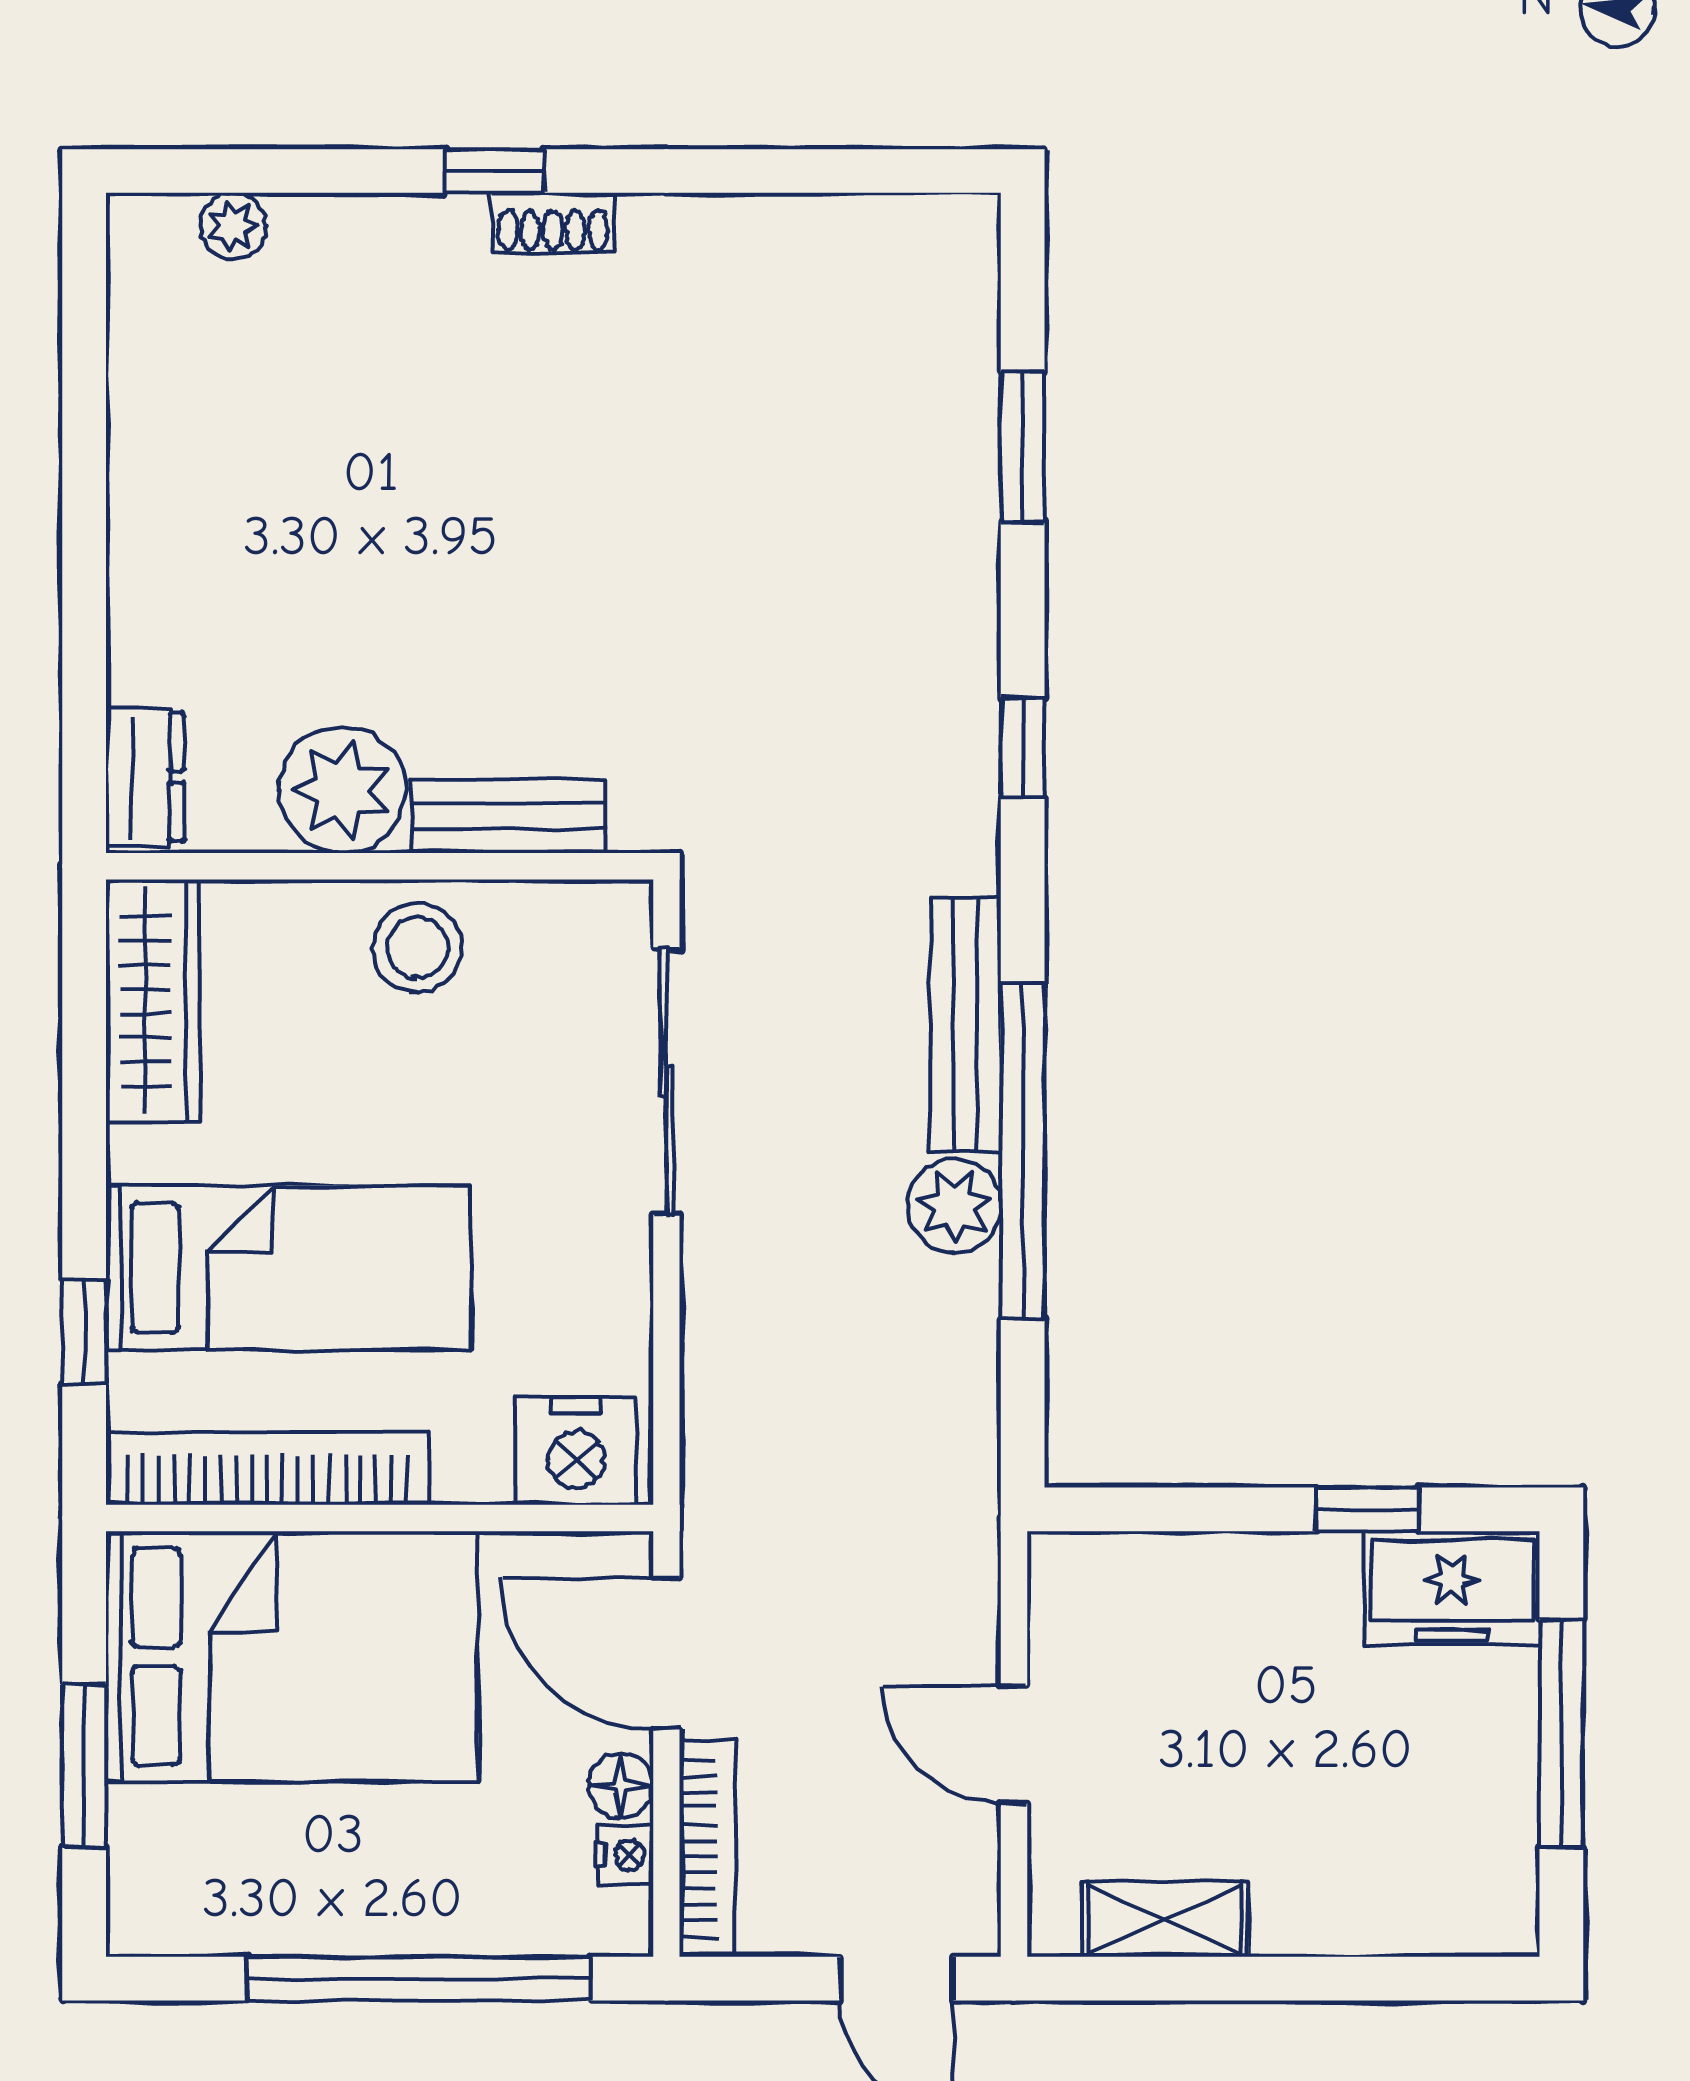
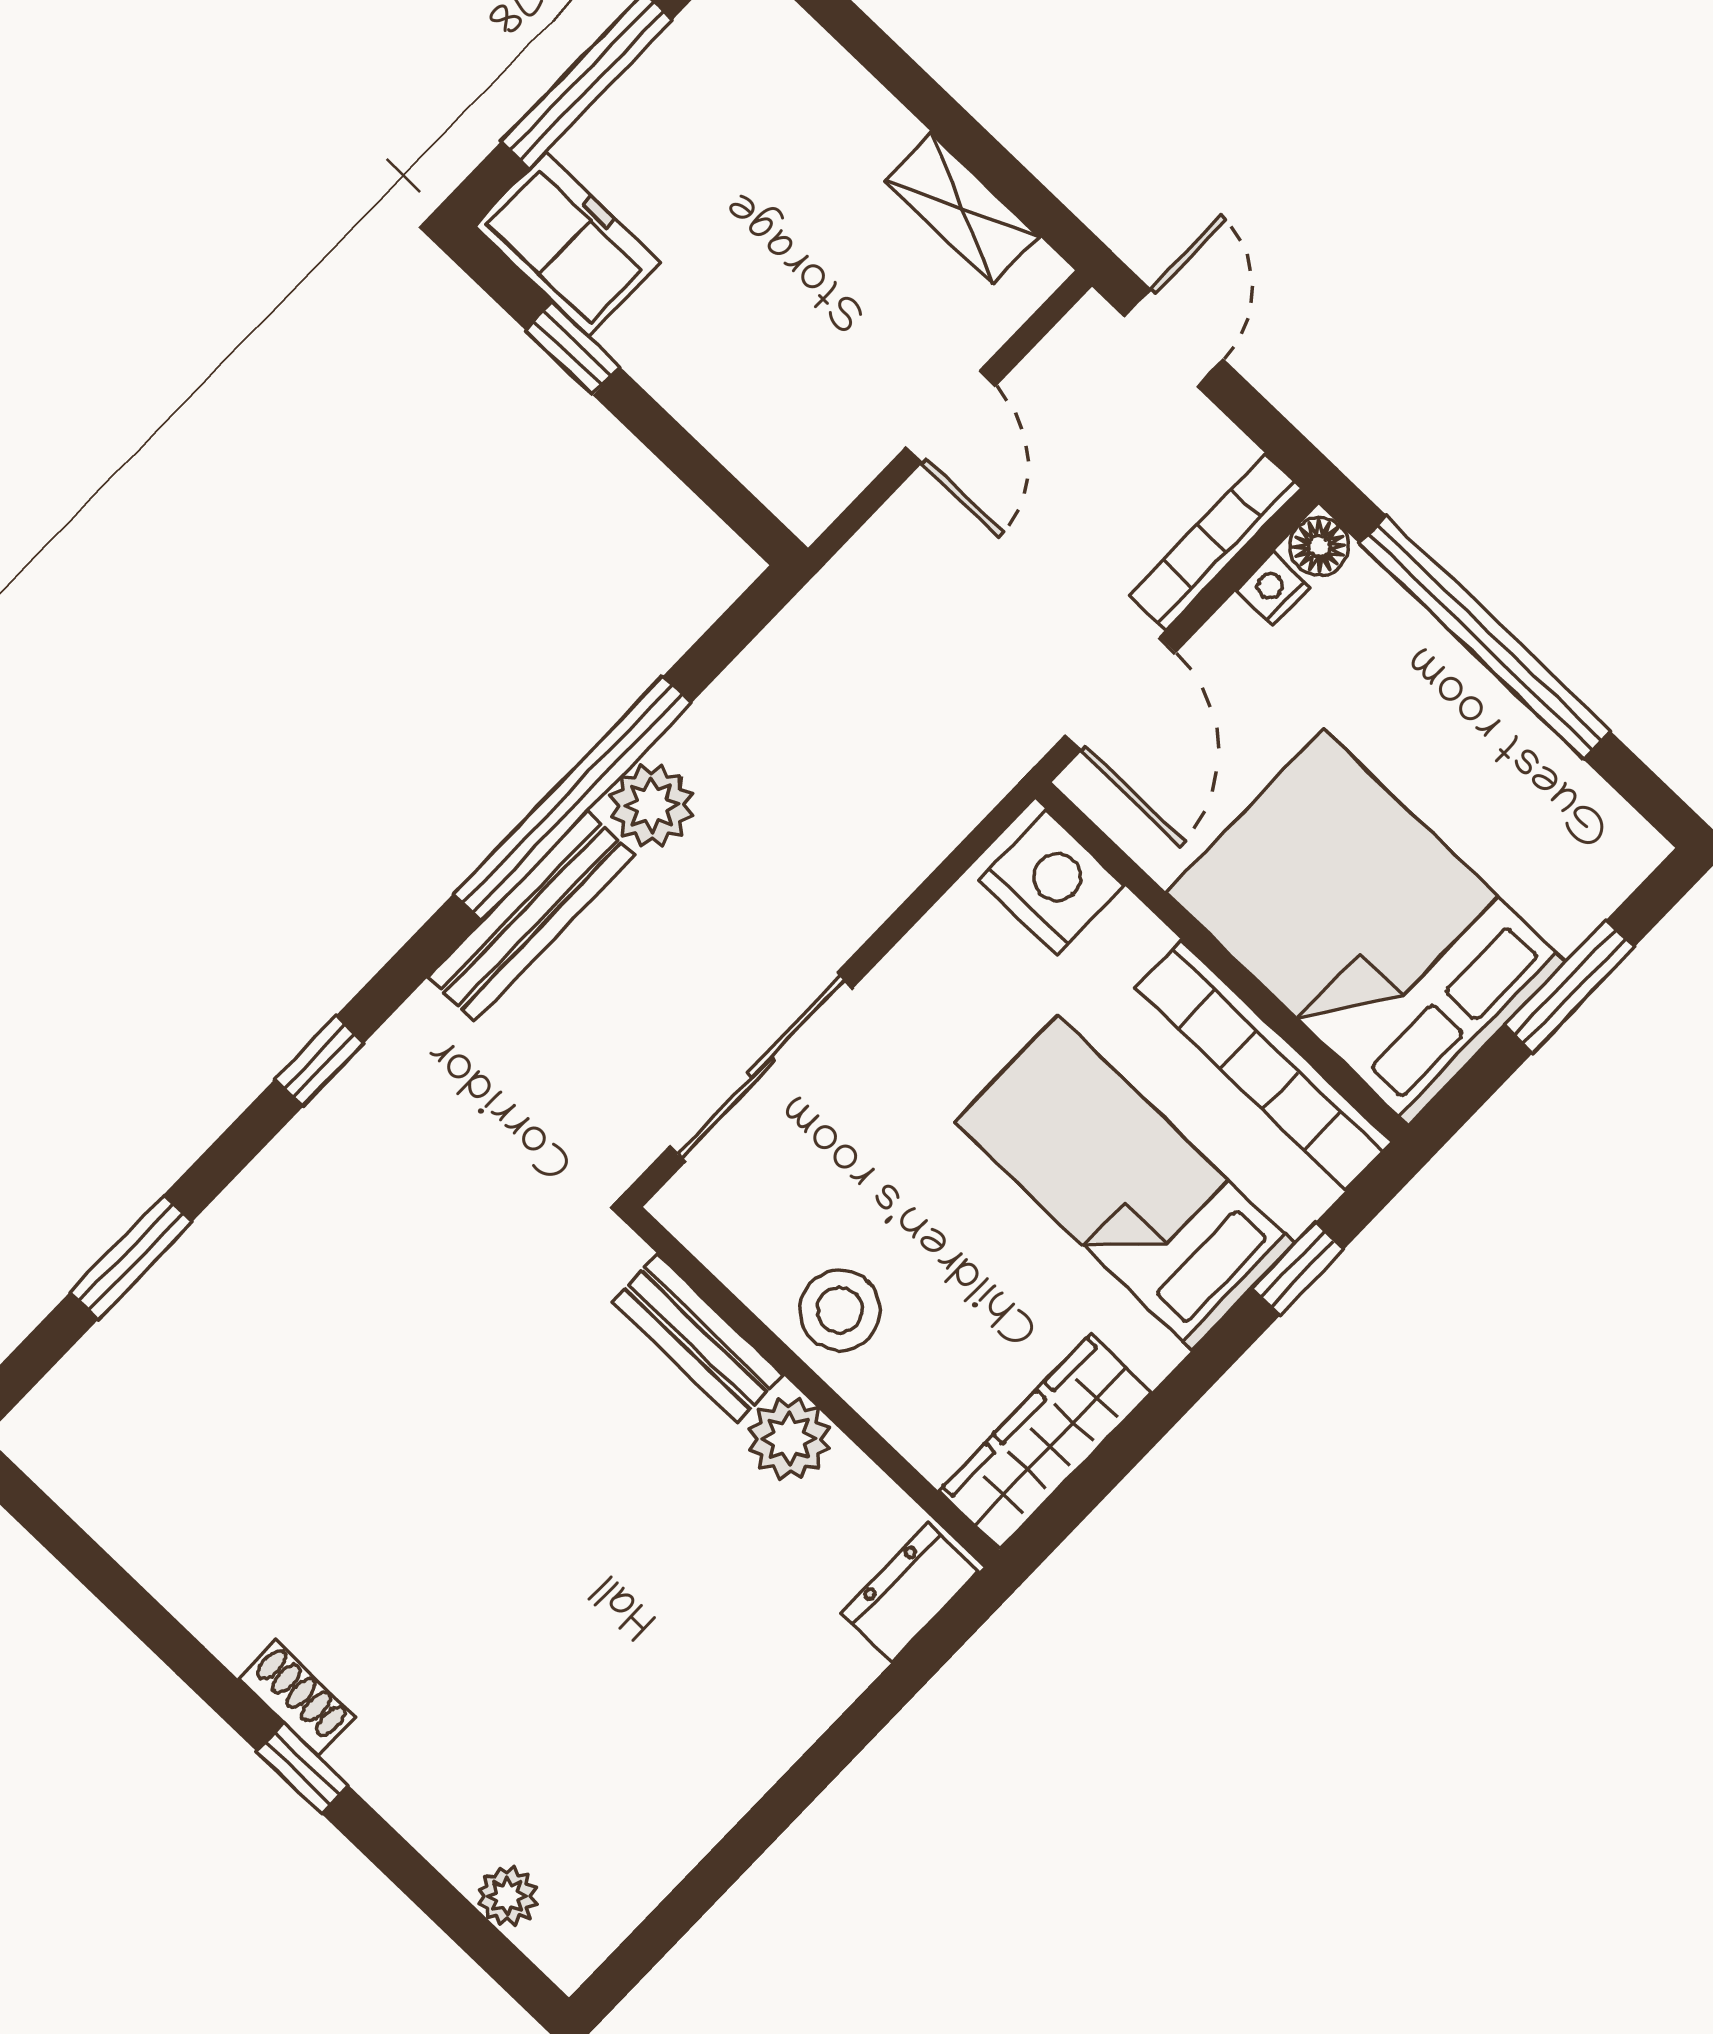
plant: (342, 790) -> (789, 1439), width x0.73, depth x0.73
floor lamp: (621, 1786) -> (1319, 546), moved

